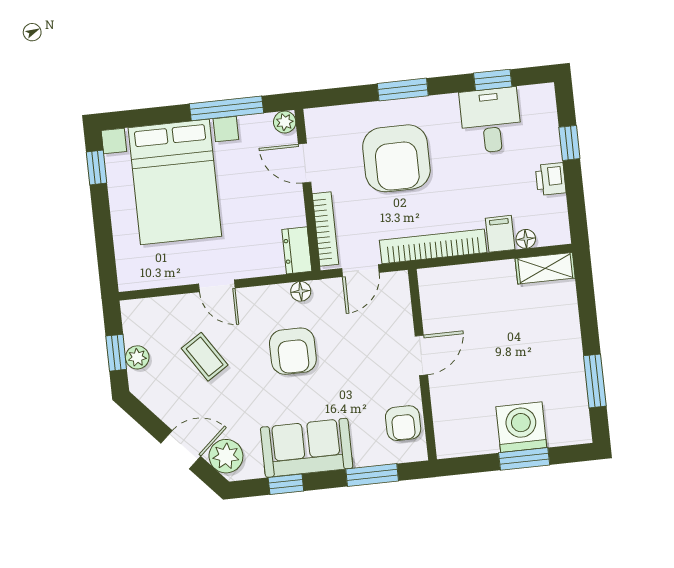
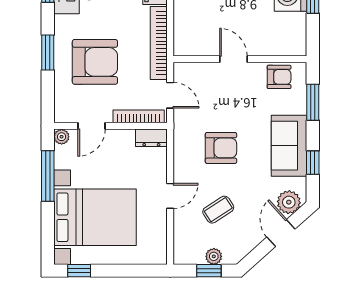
floor lamp: (301, 291) -> (180, 138), removed

